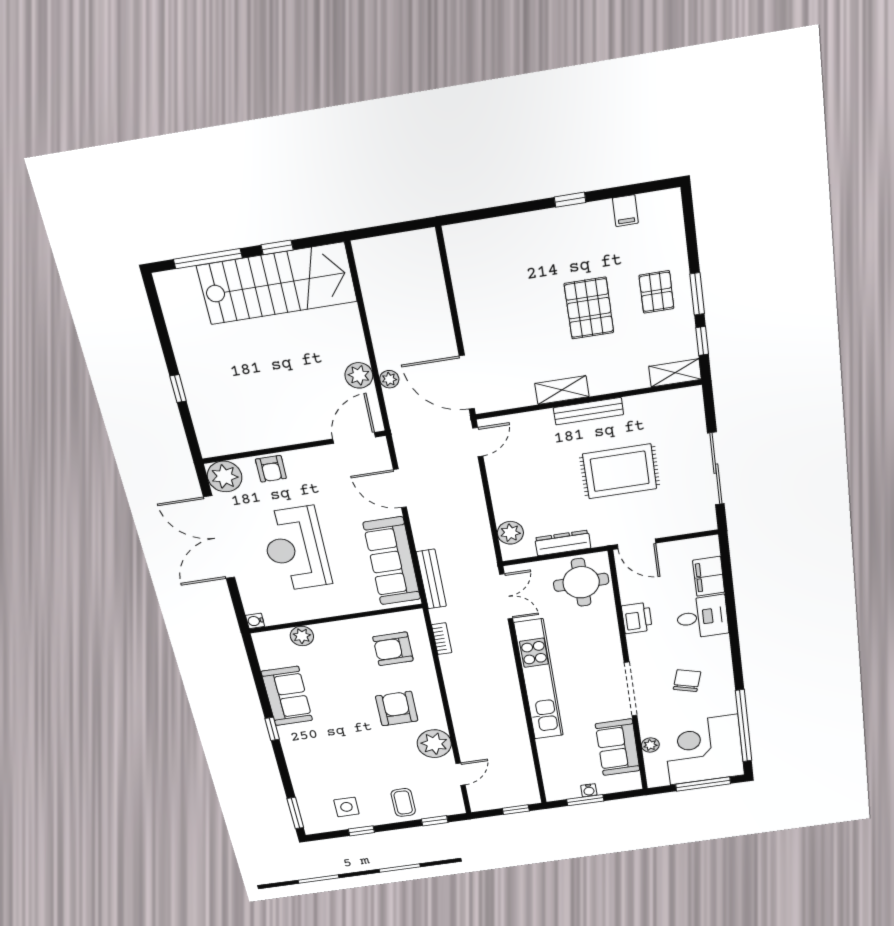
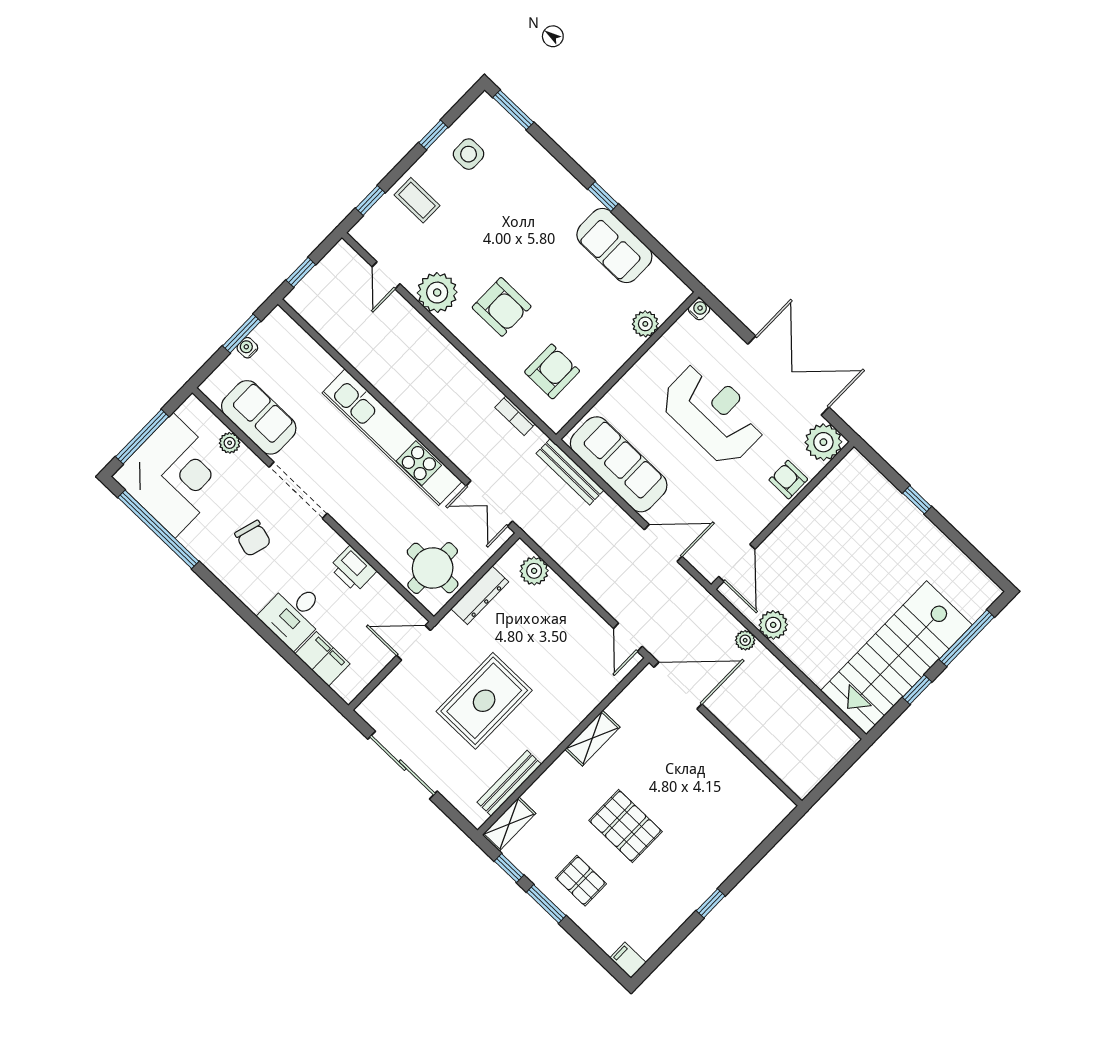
filing cabinet: (625, 211) -> (628, 960), moved
bench: (588, 411) -> (509, 783), moved

